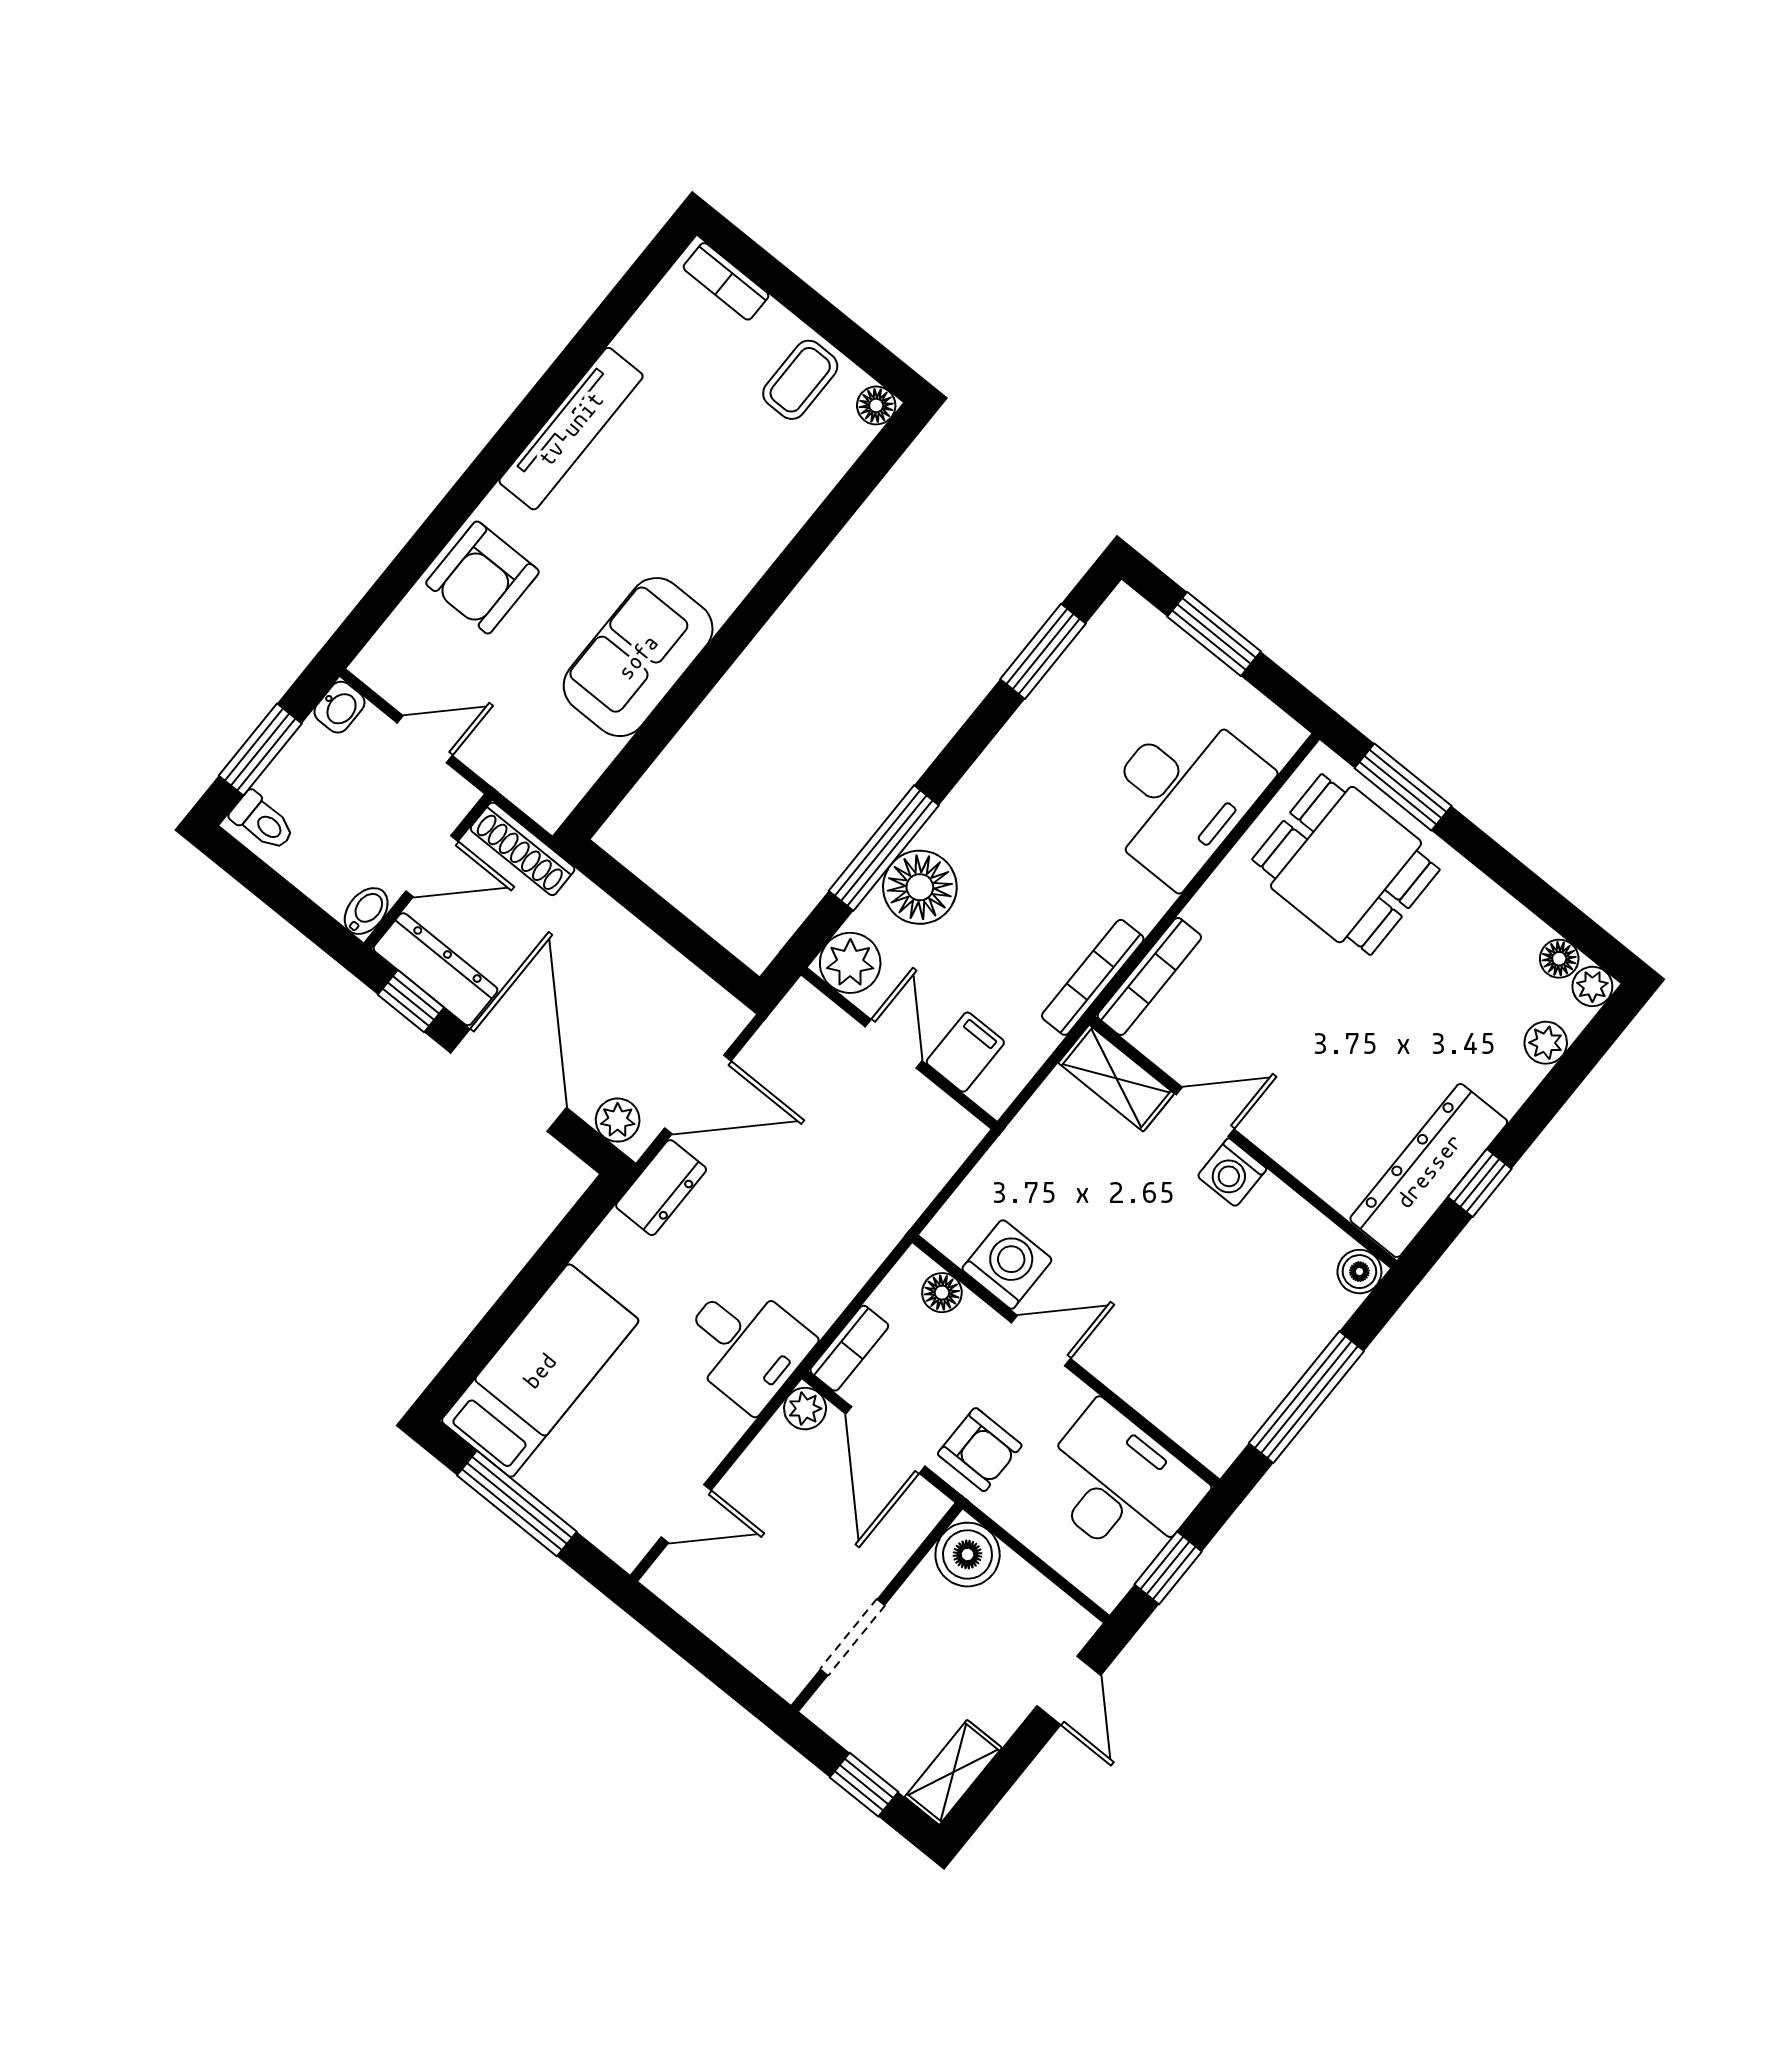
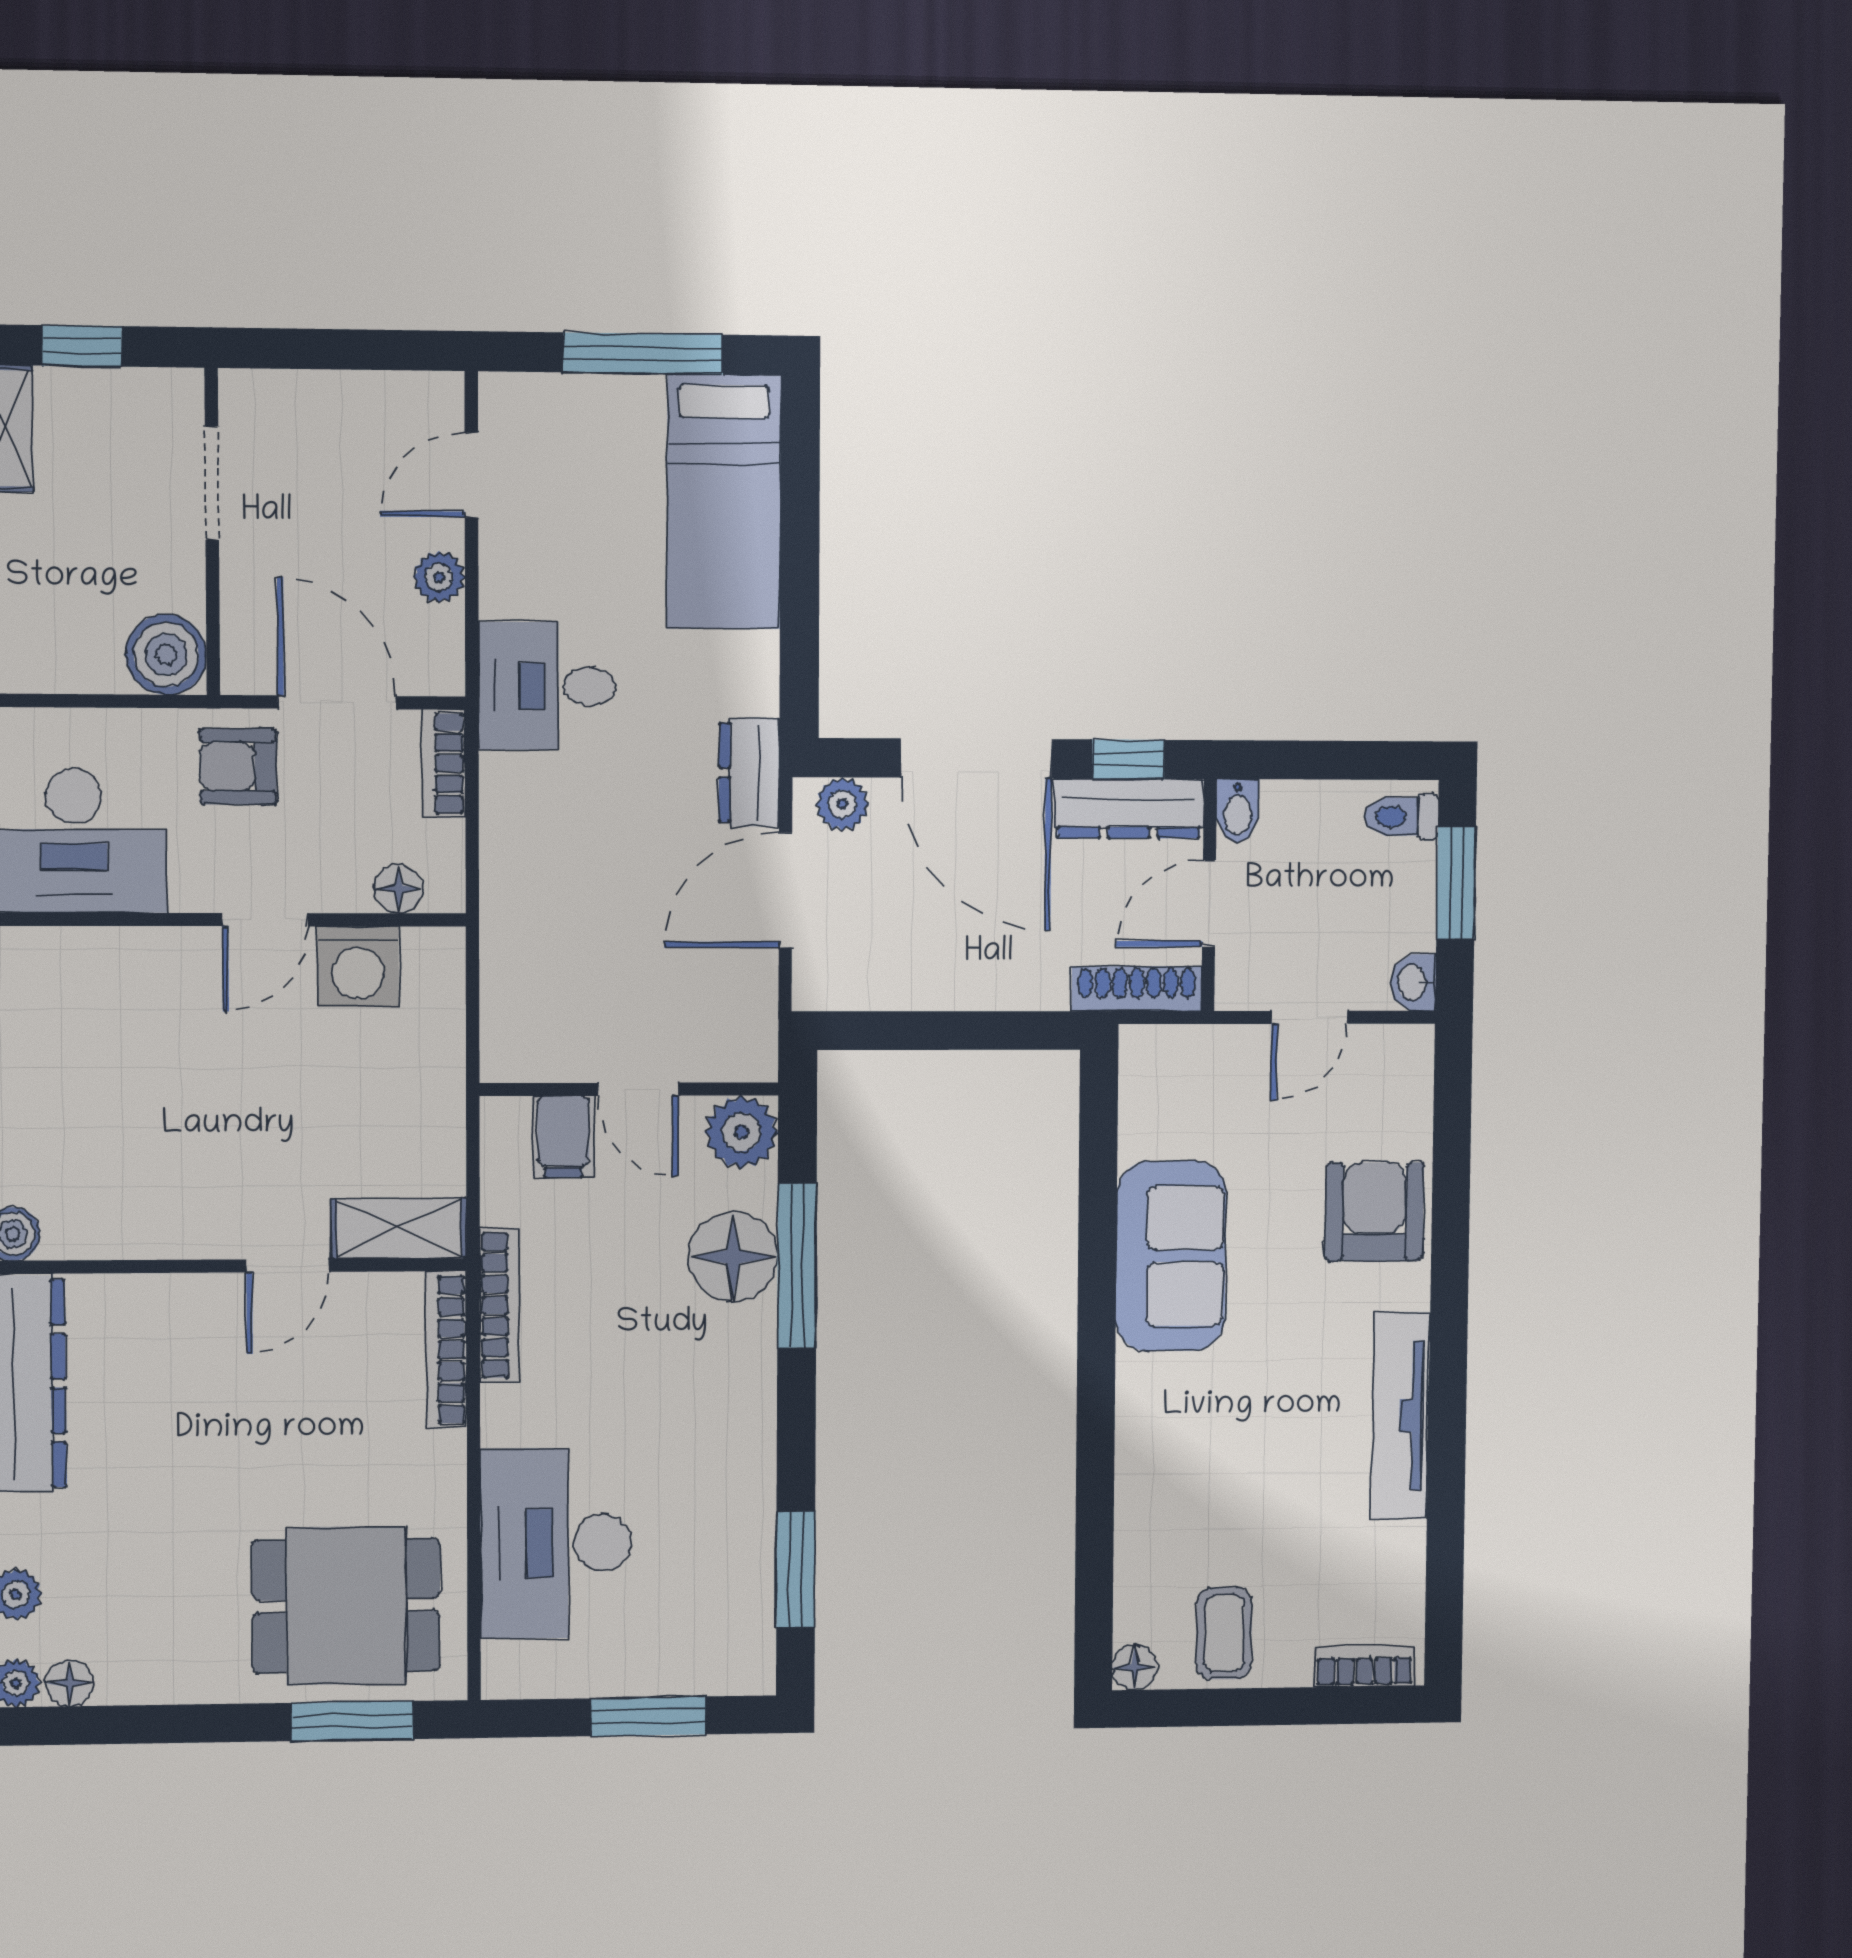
washing machine: (1232, 1172) -> (214, 1229), removed
plant: (805, 1409) -> (439, 577), moved

